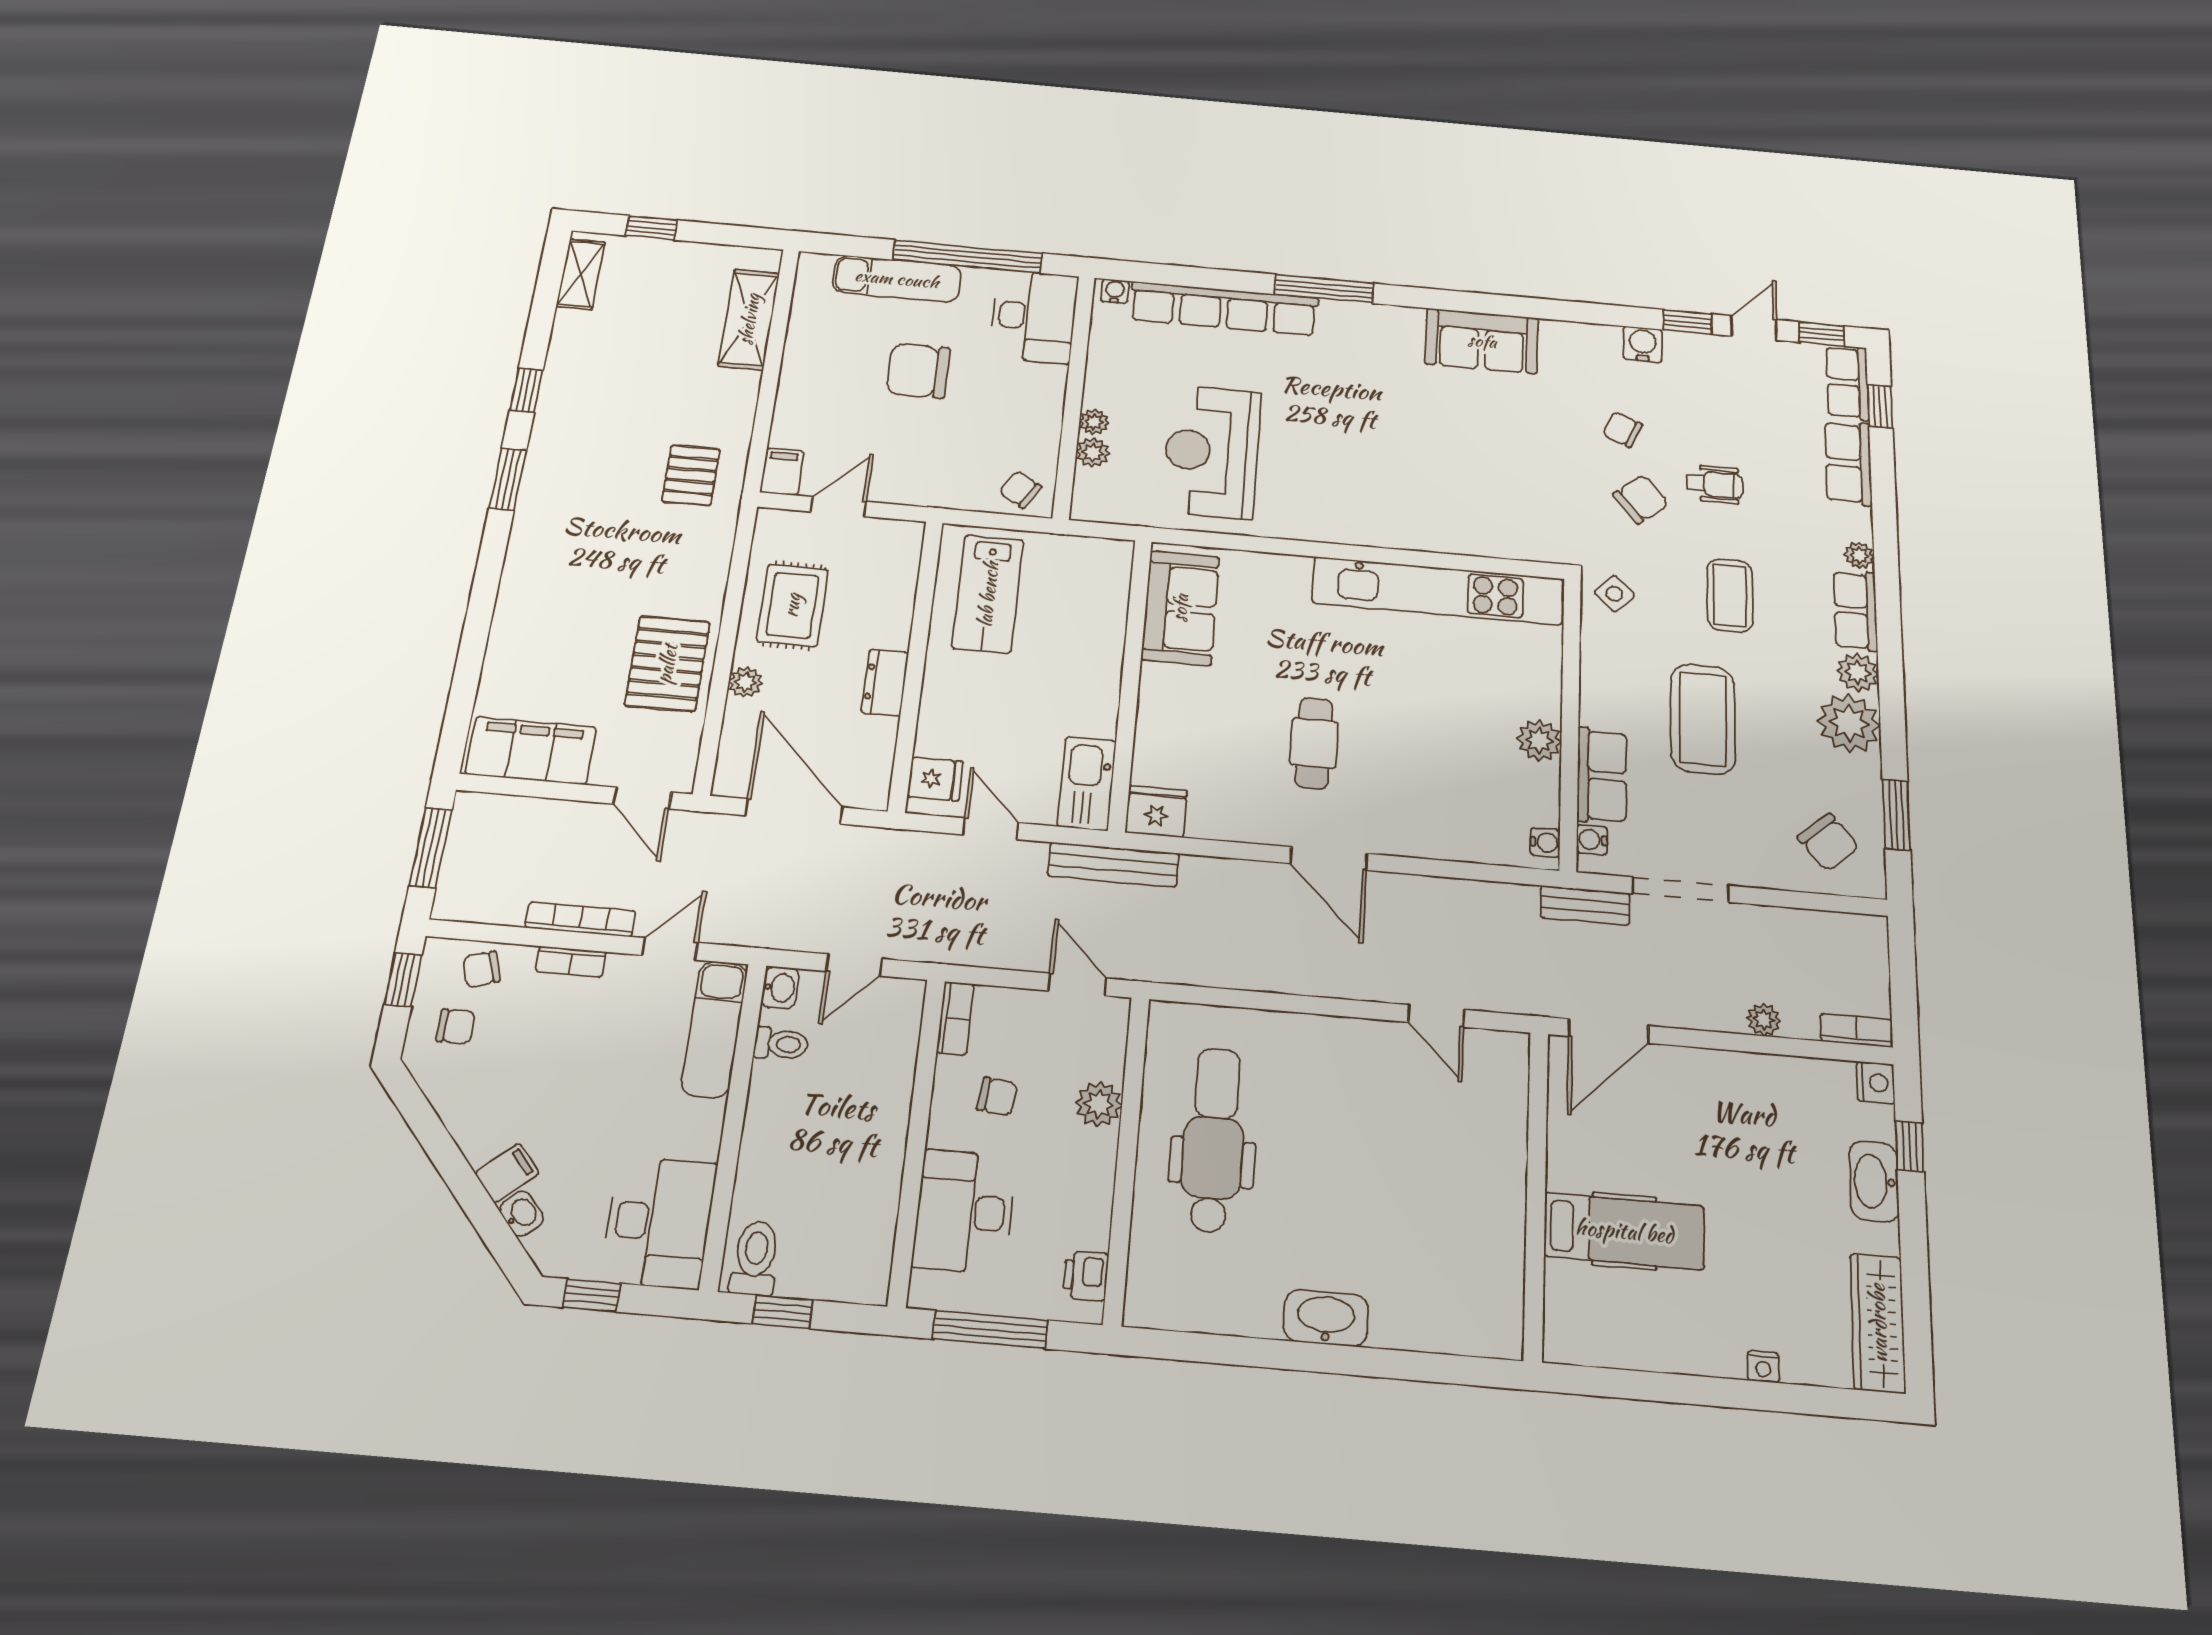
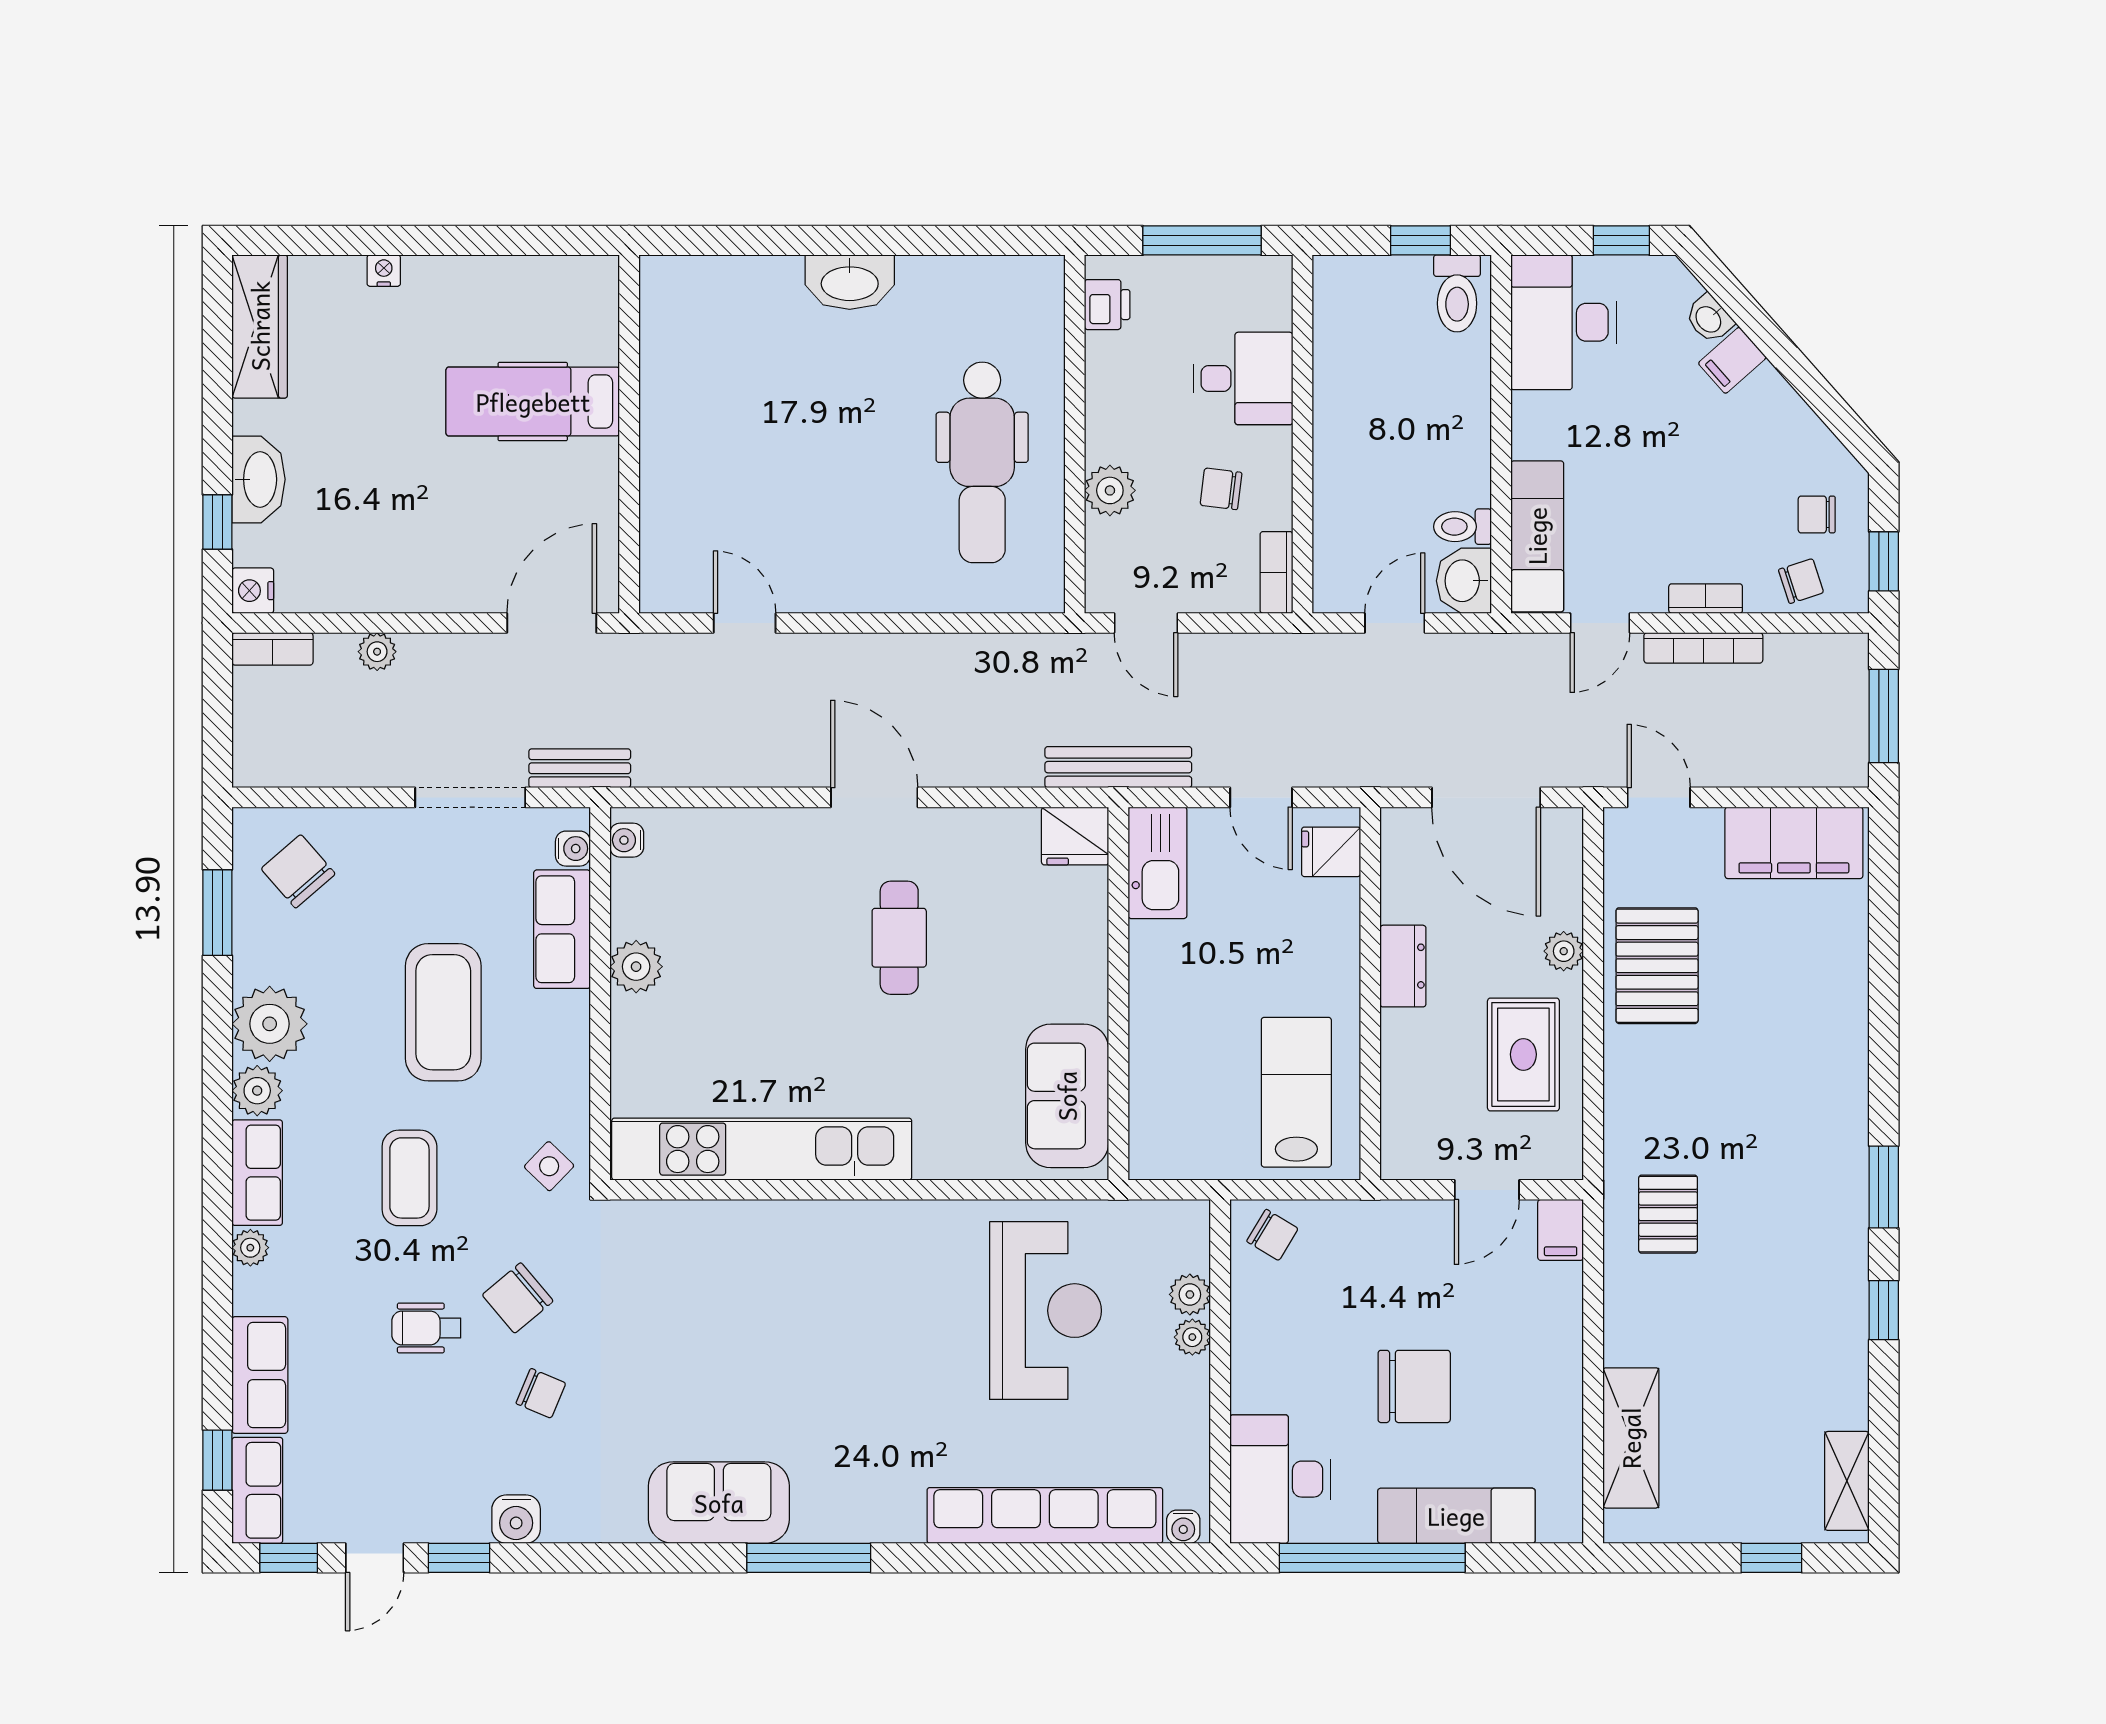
window: (1324, 289) -> (809, 1558), moved
washbasin: (780, 988) -> (1464, 581), width x1.38, depth x1.45
desk: (964, 1212) -> (1243, 378), width x0.73

